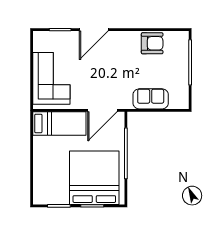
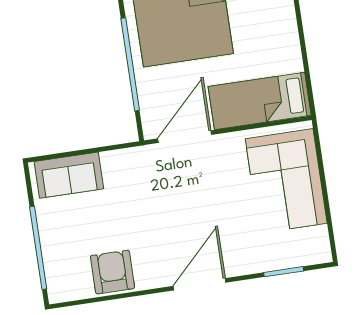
door: (94, 30) -> (200, 284), moved
armchair: (152, 43) -> (112, 272), turned 90
sofa: (151, 99) -> (69, 175), moved

